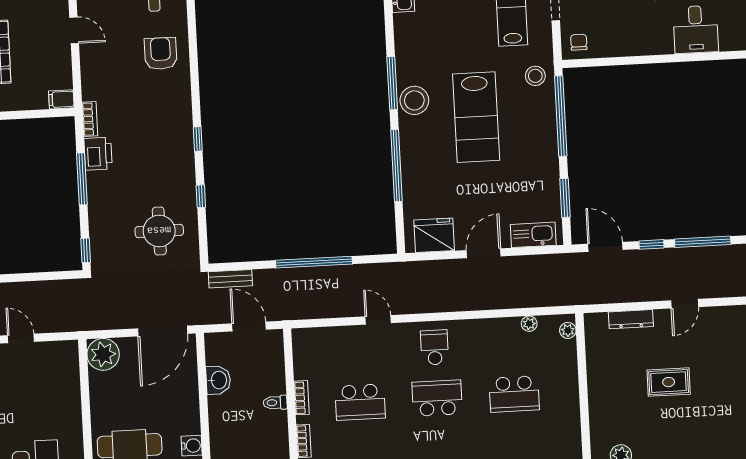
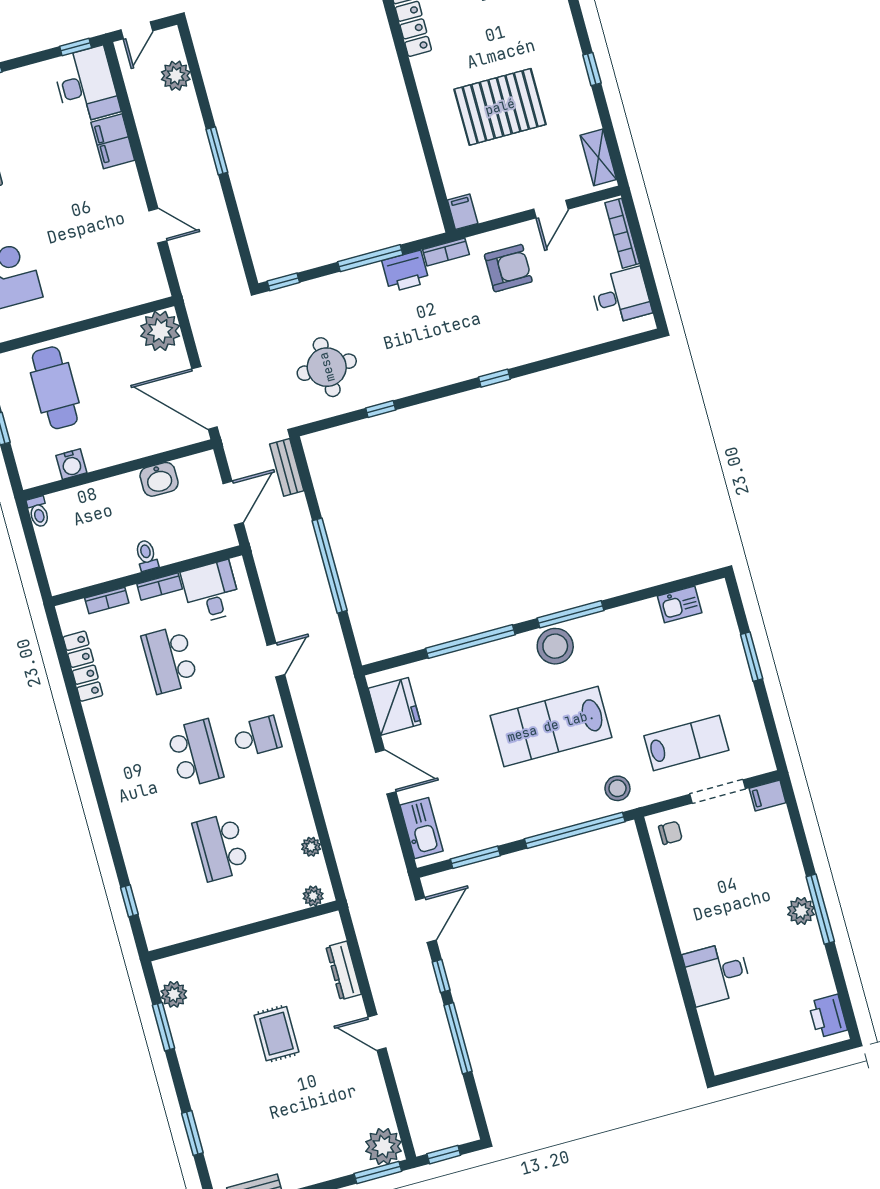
armchair: (161, 54) -> (508, 268), moved
window: (198, 139) -> (494, 378), moved
door: (21, 338) -> (158, 226), hinge flipped
desk: (314, 358) -> (211, 592), added

